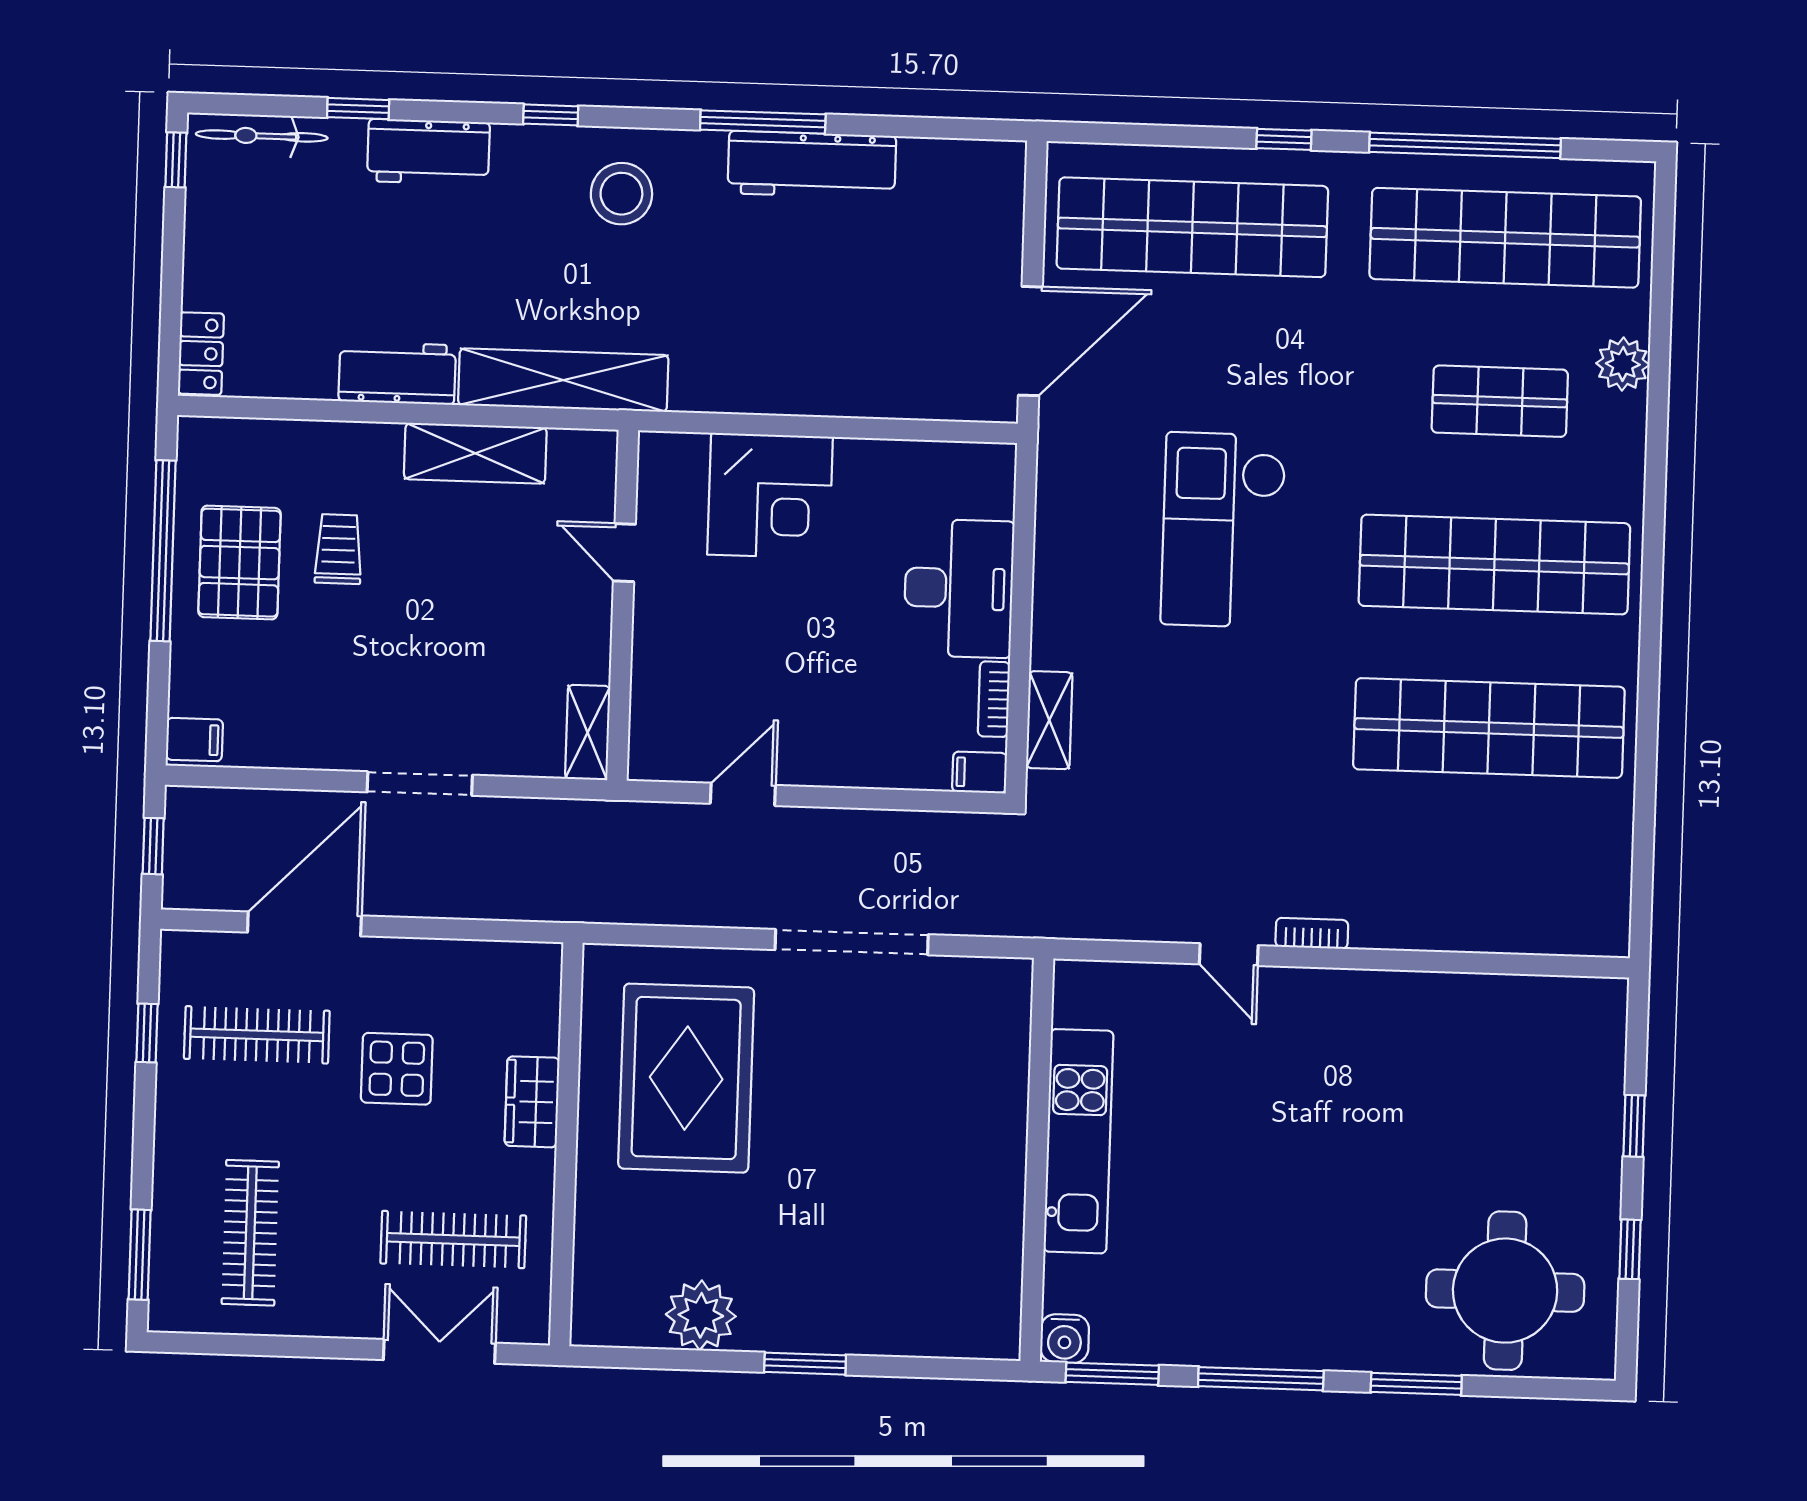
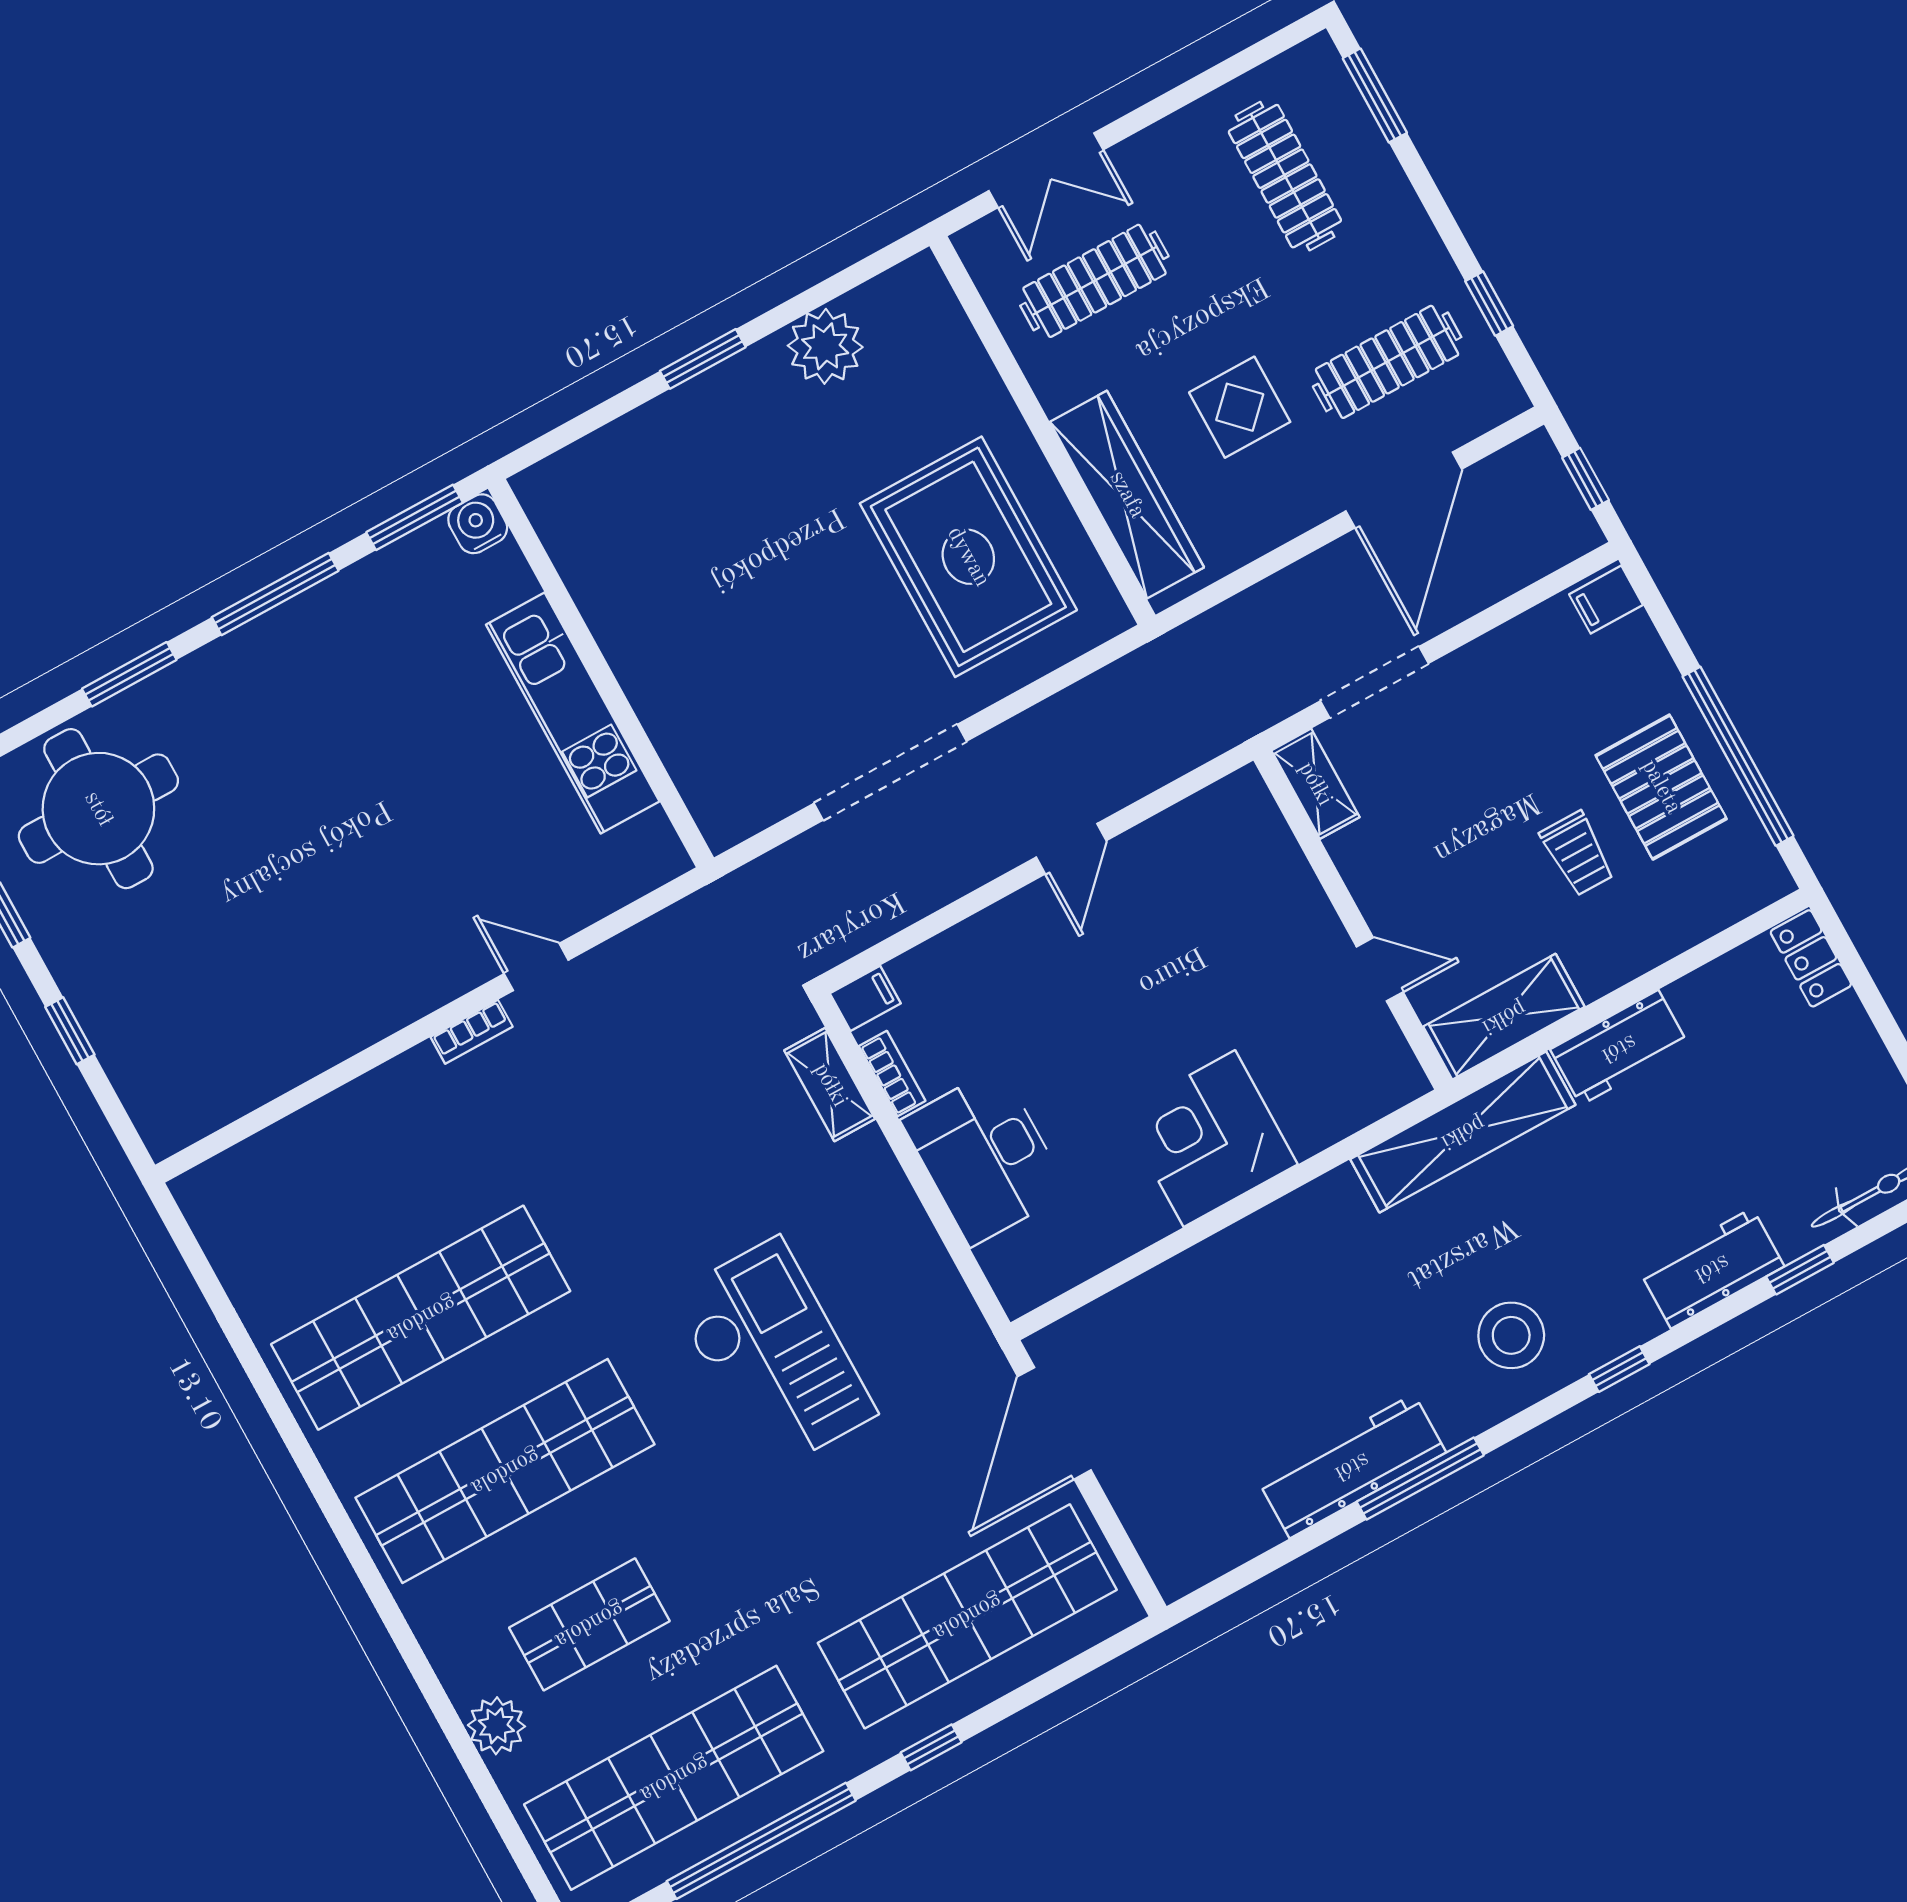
door: (624, 553) -> (1380, 969), moved
wall: (623, 605) -> (1353, 920), moved
shelving: (588, 732) -> (1315, 784), moved
wardrobe: (532, 1102) -> (1127, 495), width x2.10, depth x1.17

